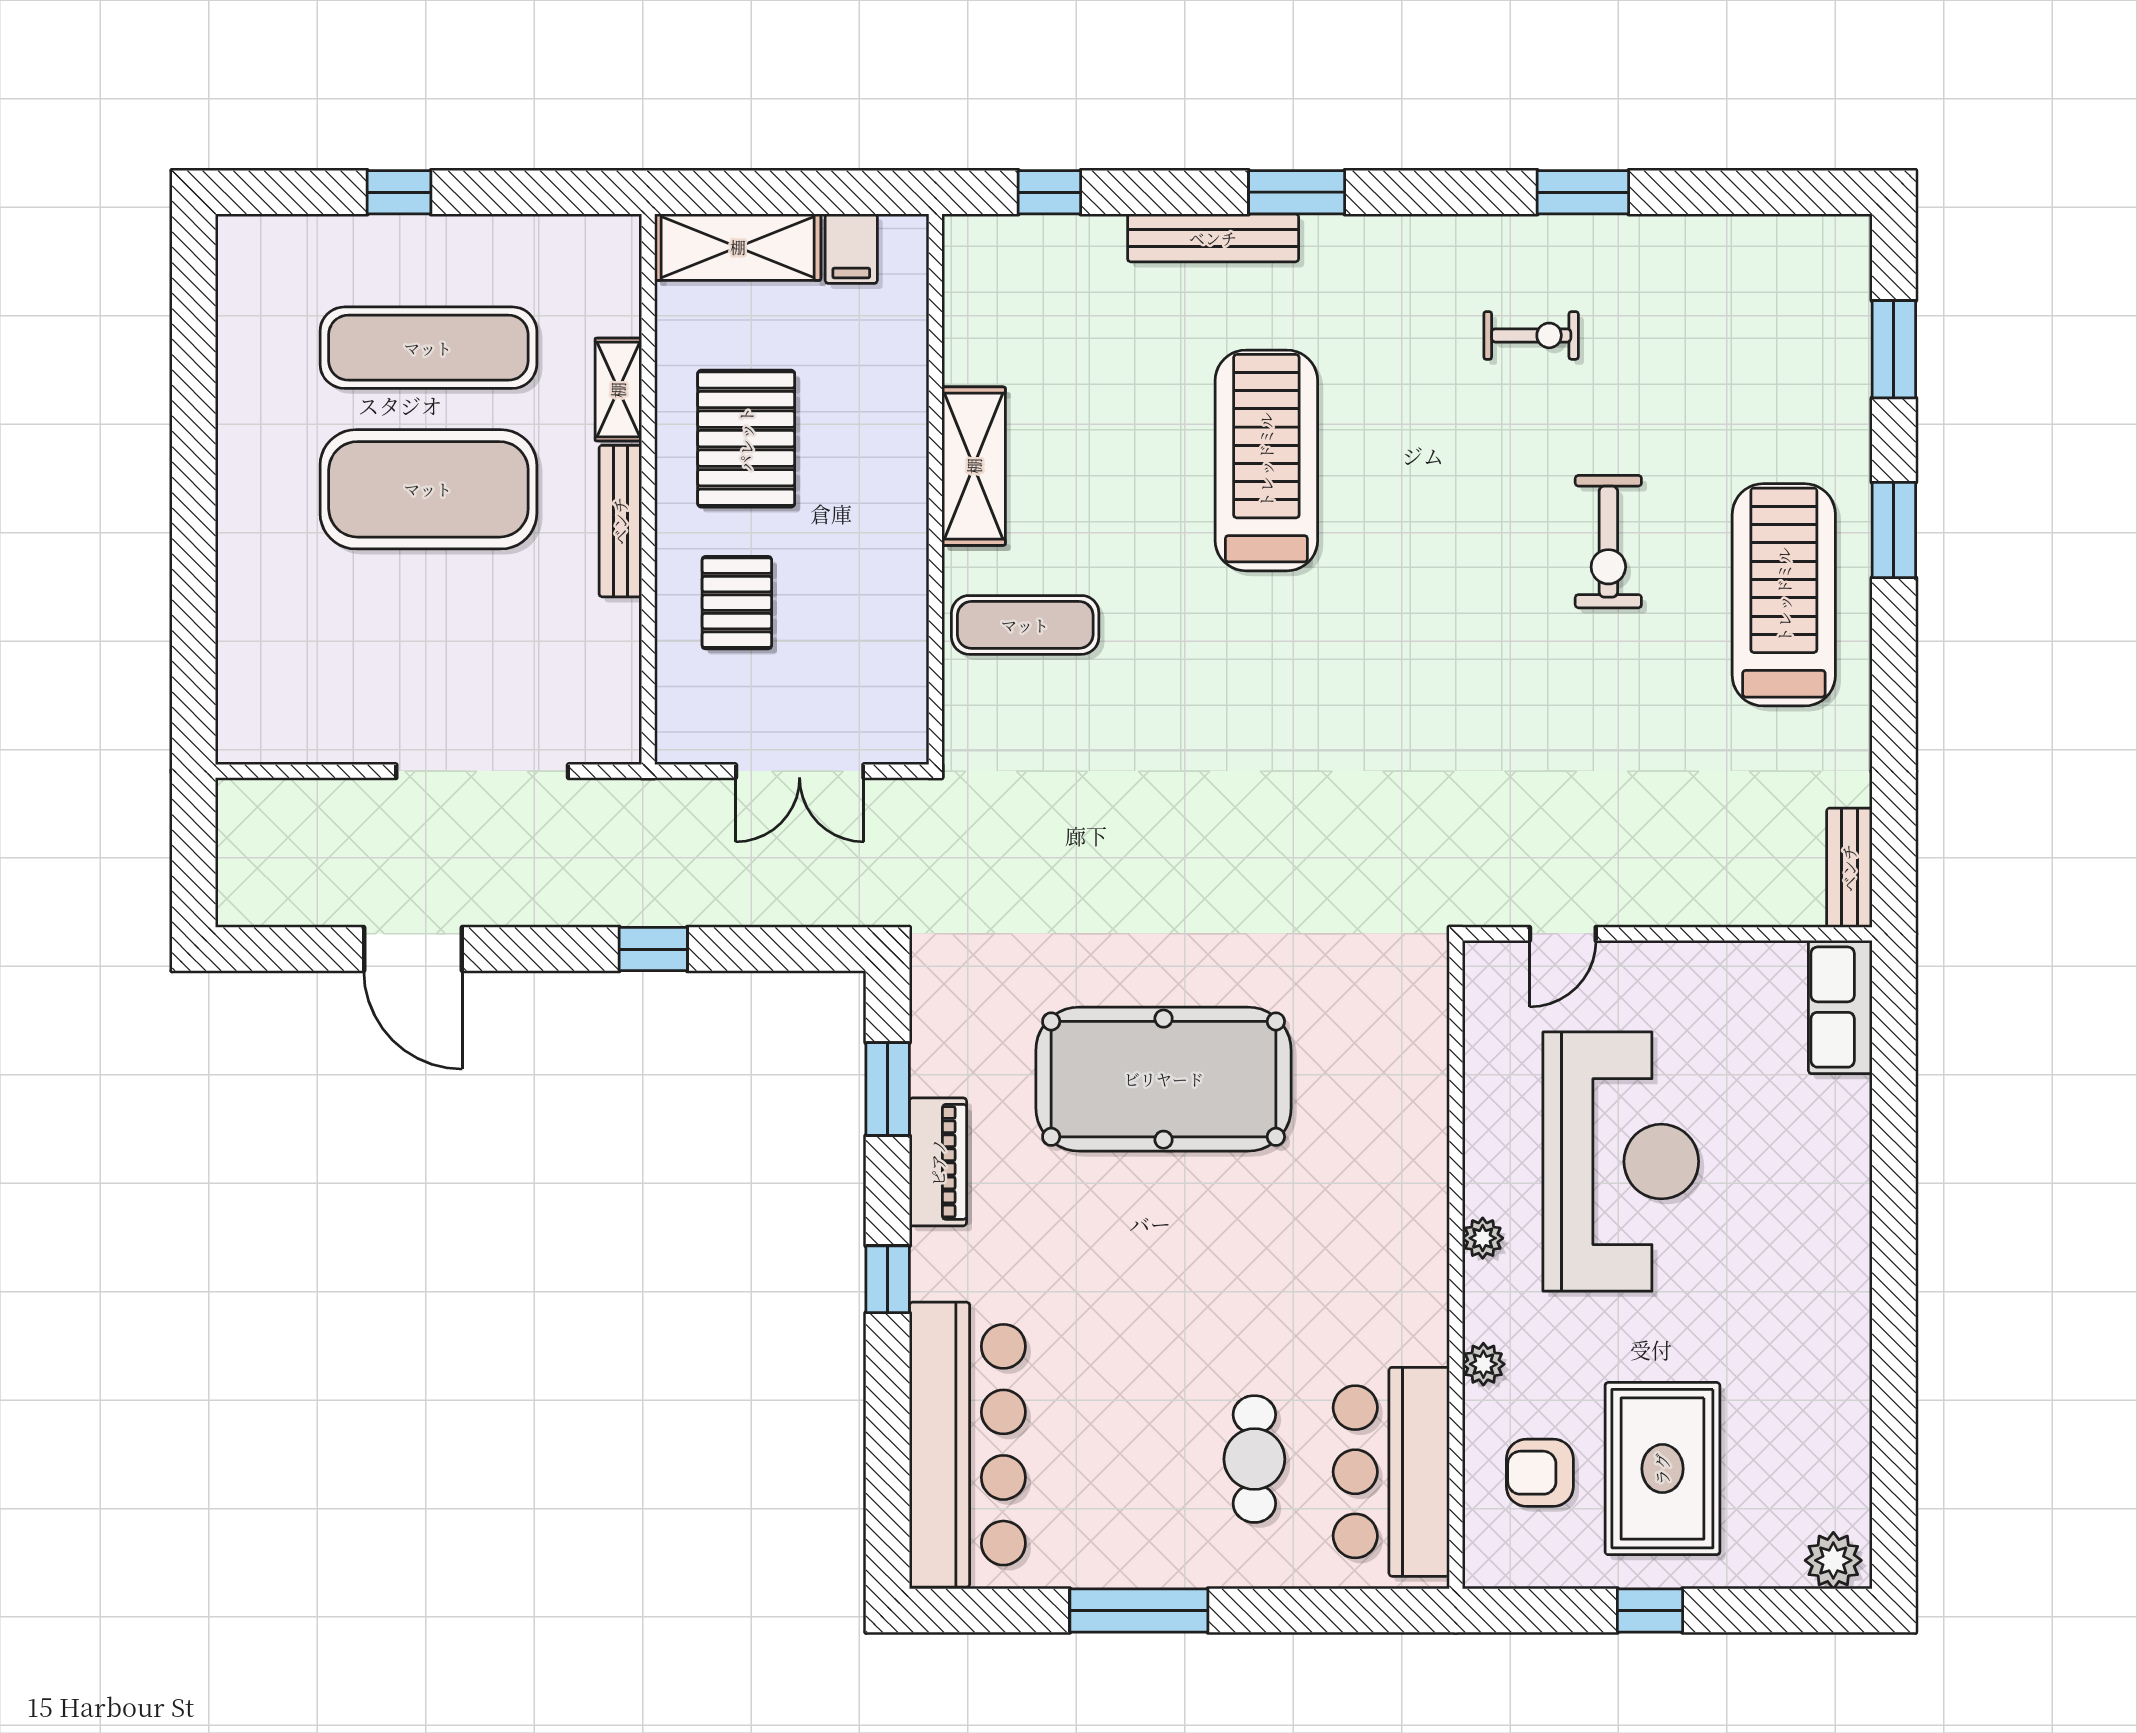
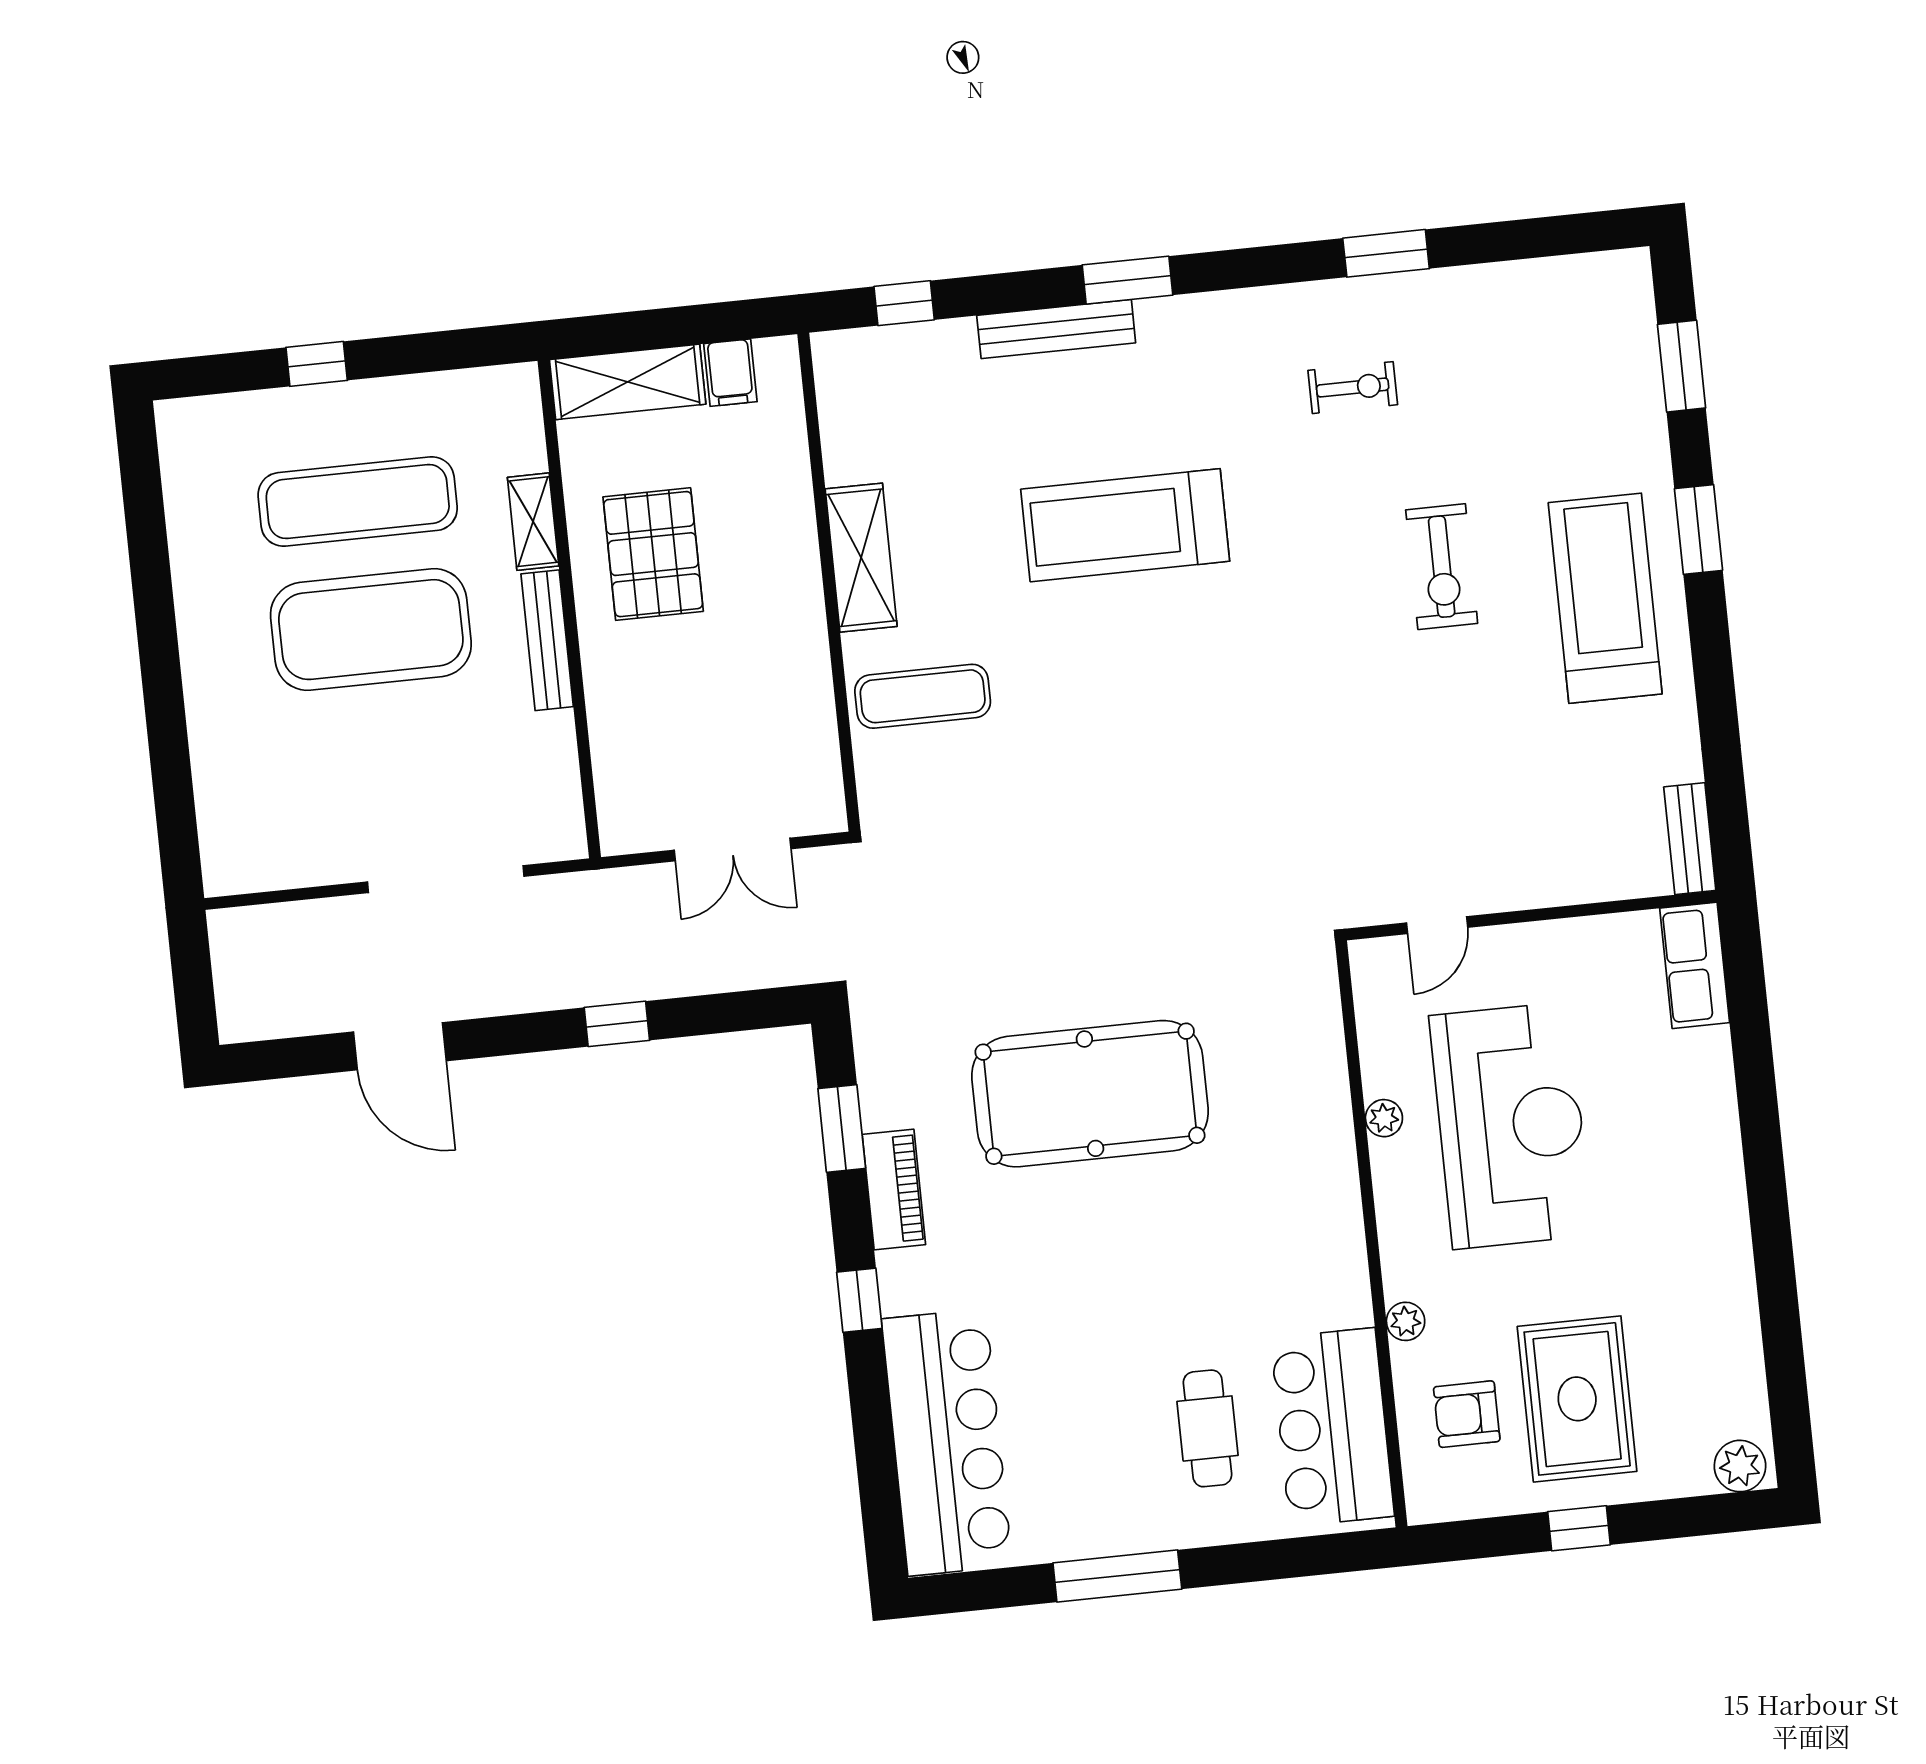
treadmill: (1266, 460) -> (1125, 525), turned -90
pallet: (737, 603) -> (660, 703), removed
plant: (1483, 1238) -> (1384, 1118), moved

